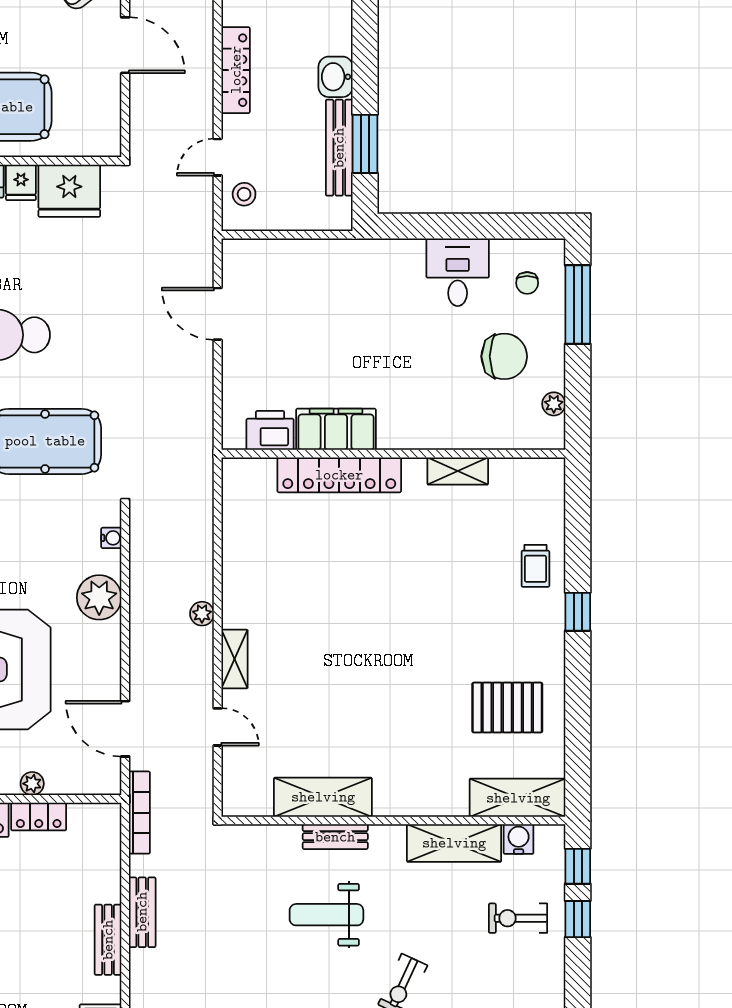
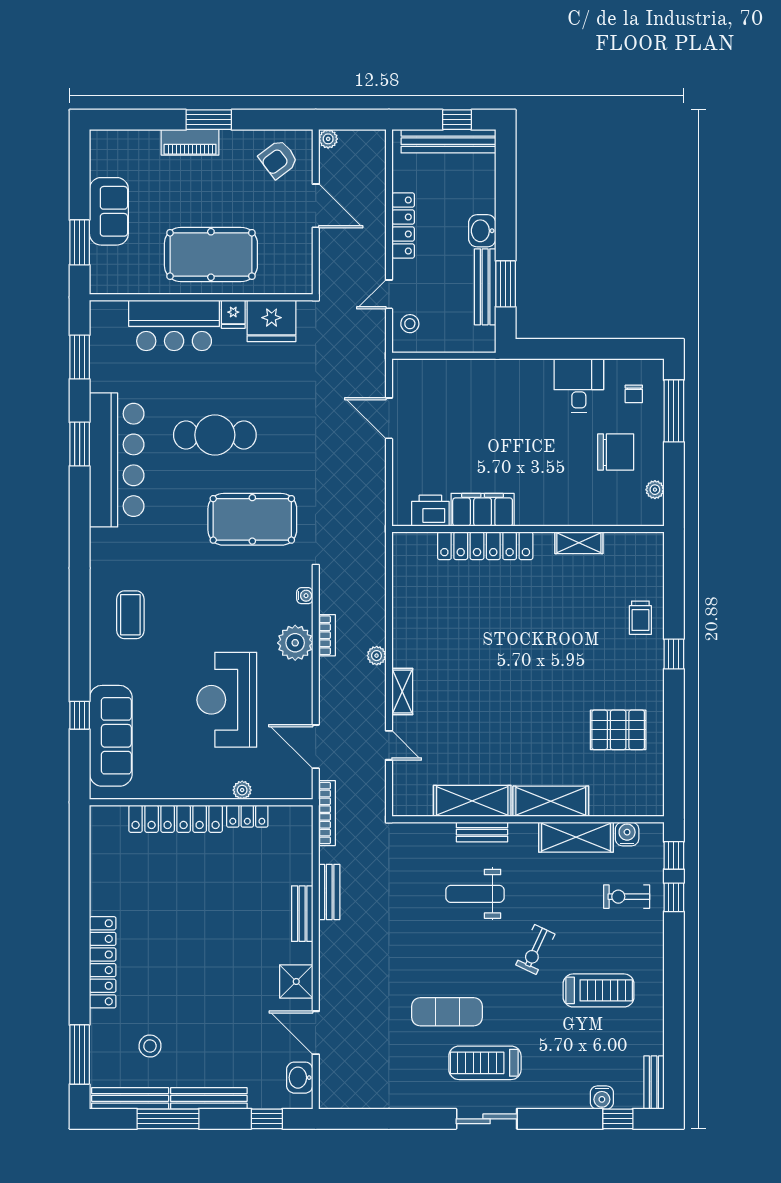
bookcase: (139, 588) -> (327, 635), added
shelving: (518, 798) -> (551, 801), moved

